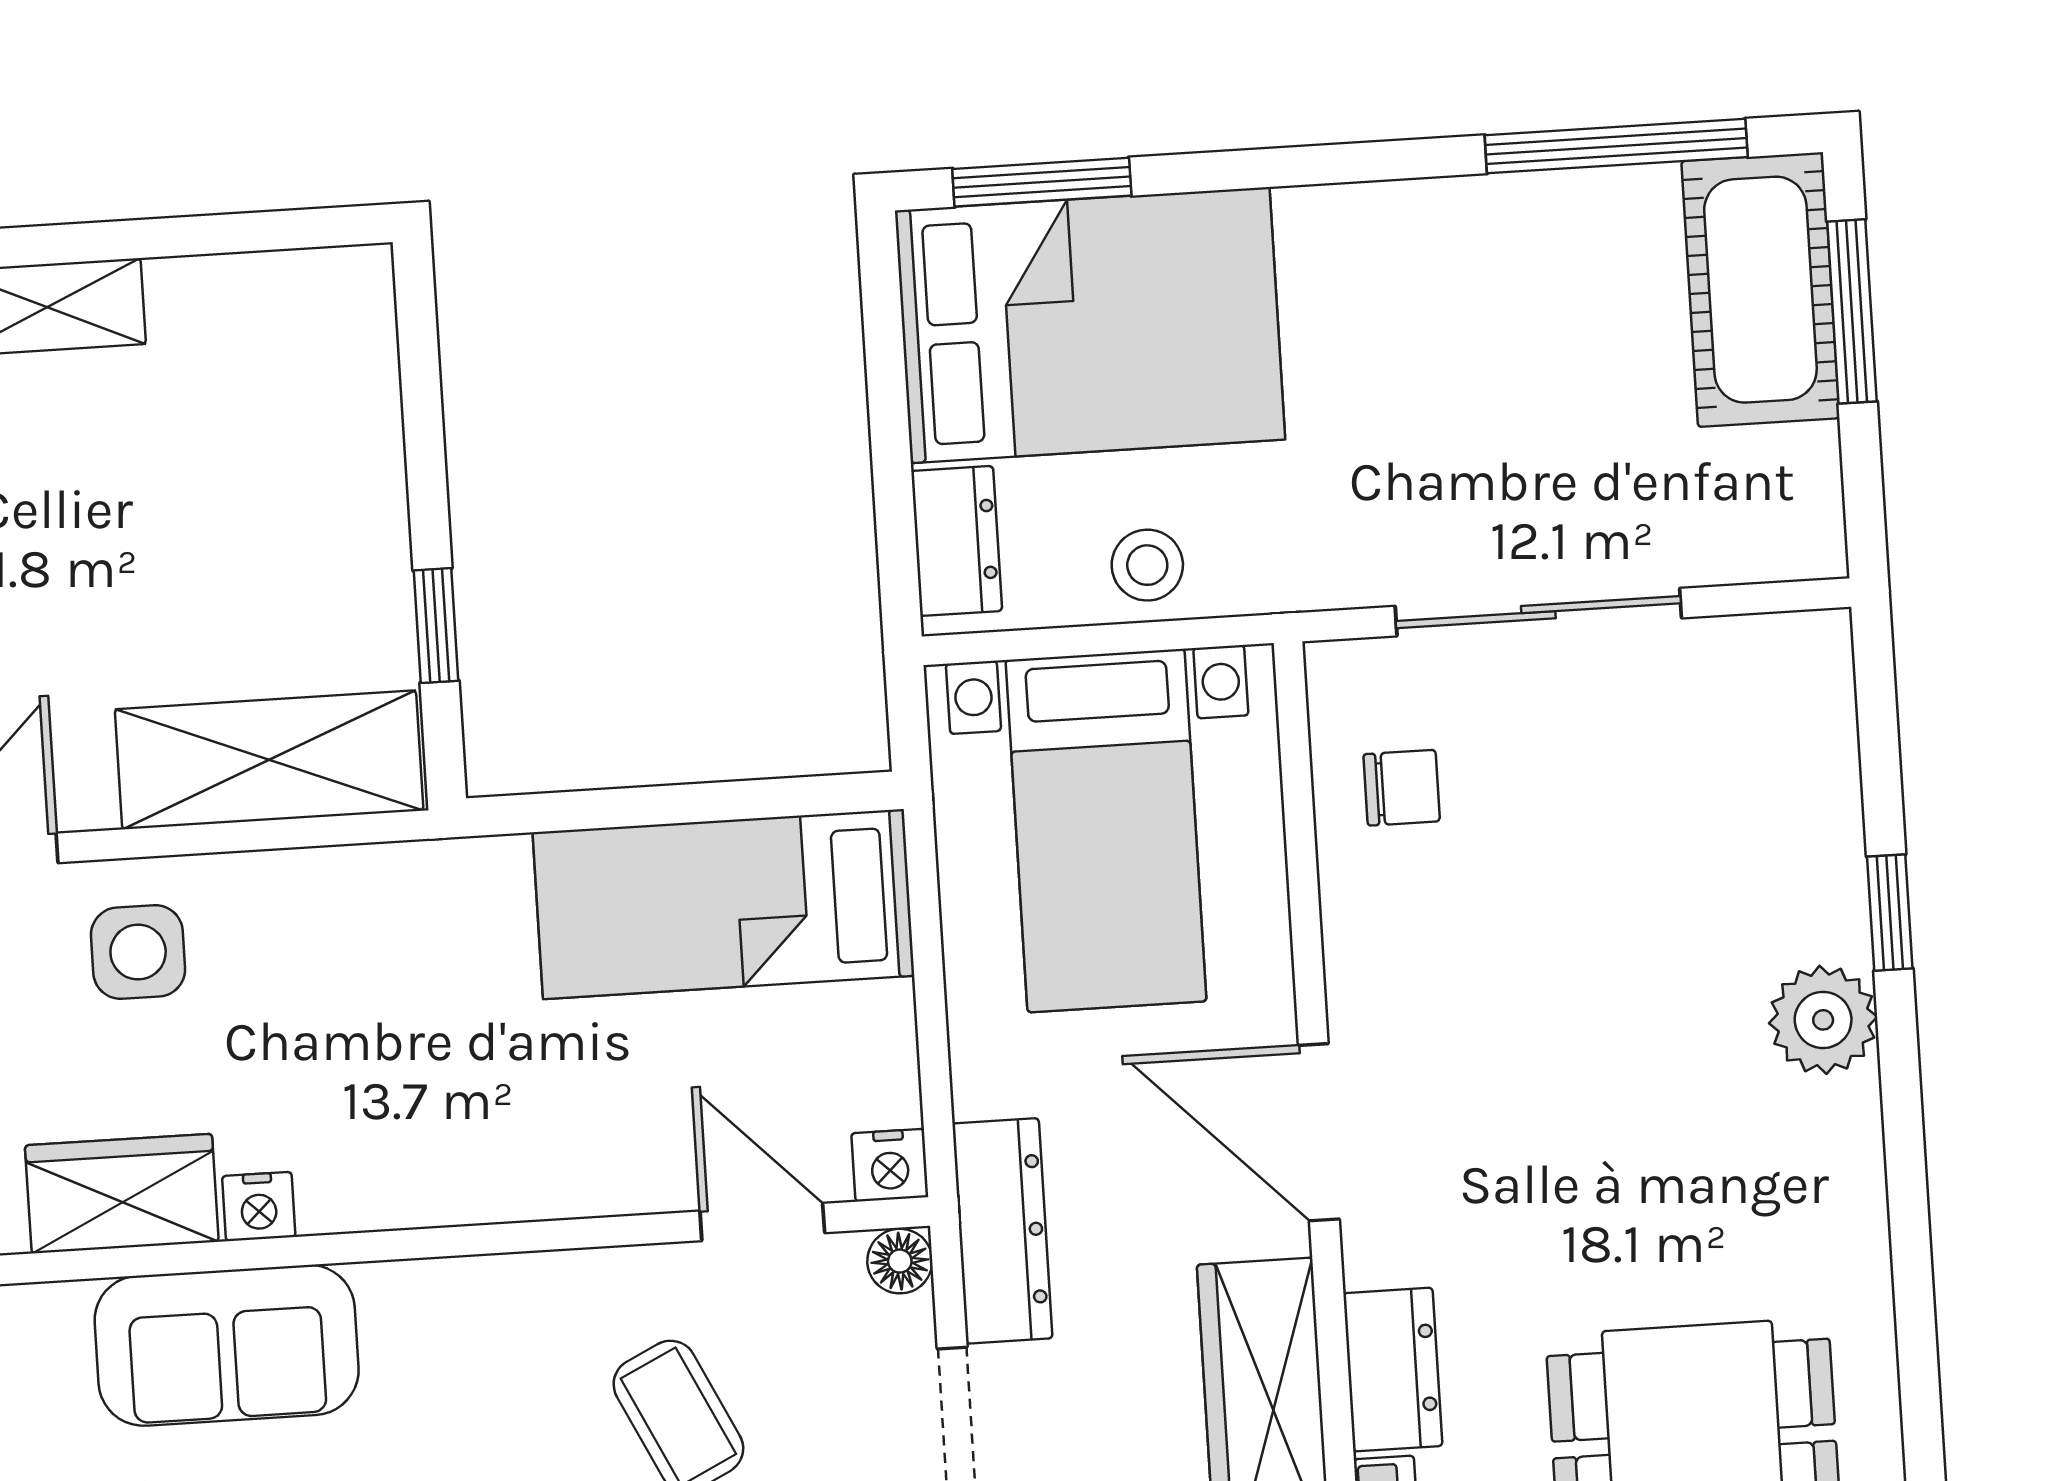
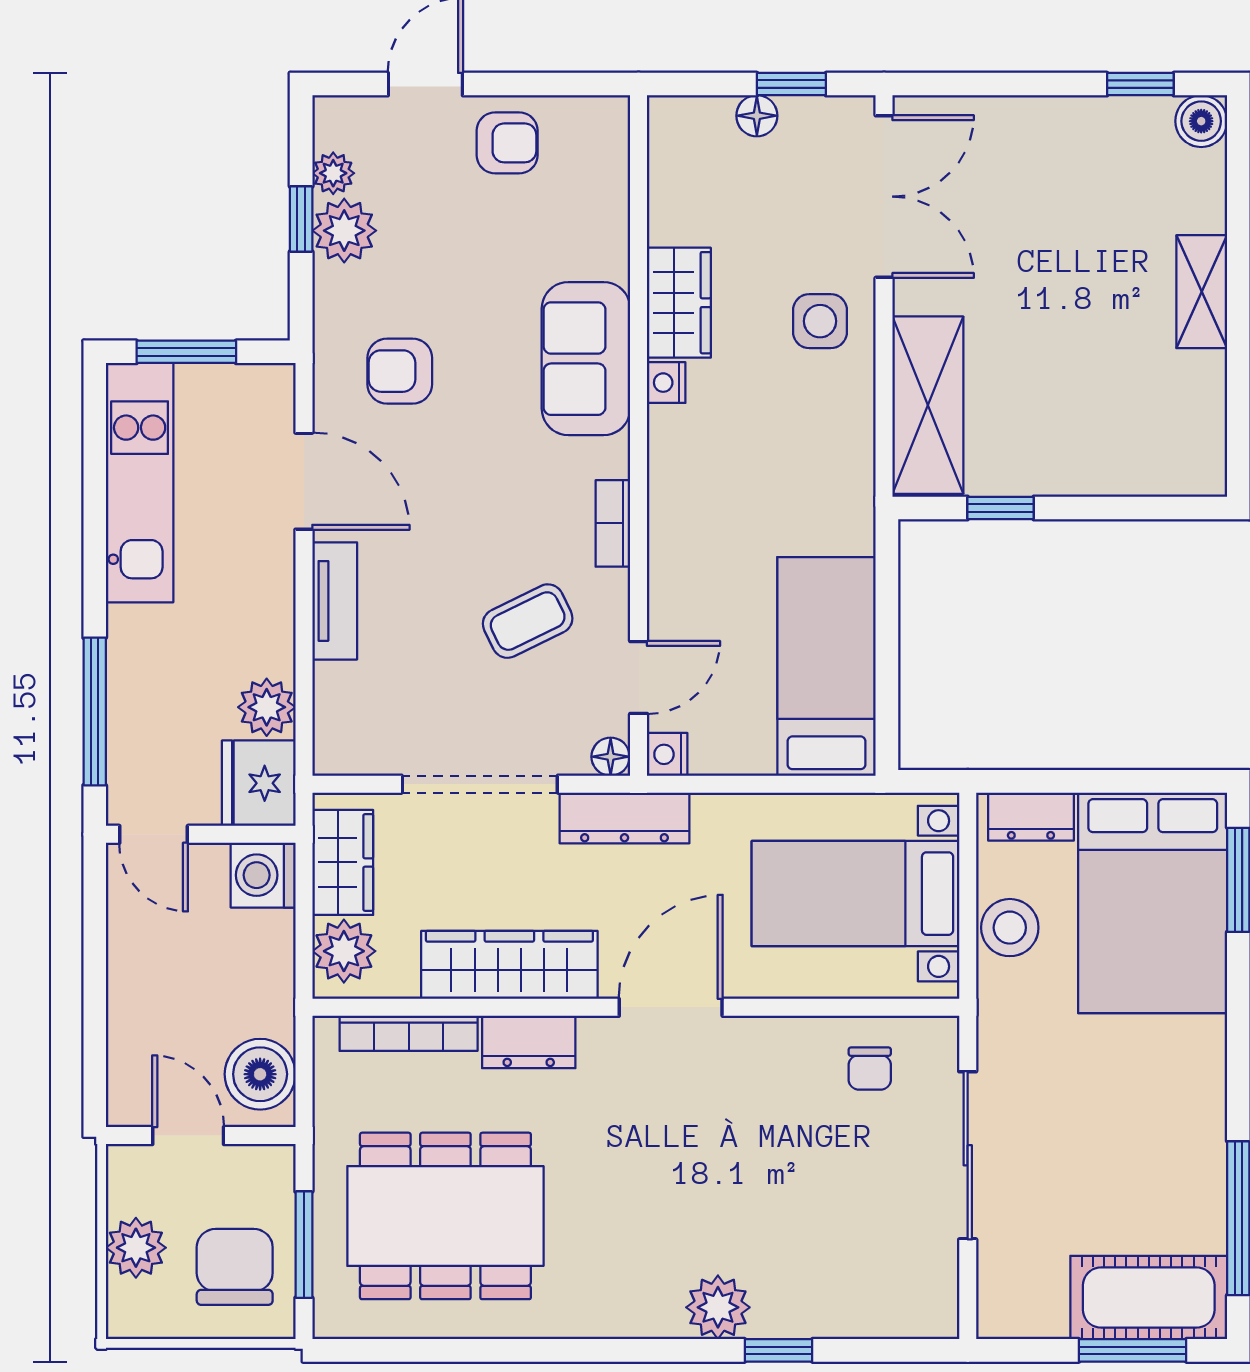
stool: (1147, 565) -> (1010, 928), width x1.37, depth x1.37
bookcase: (504, 1282) -> (613, 523), added

